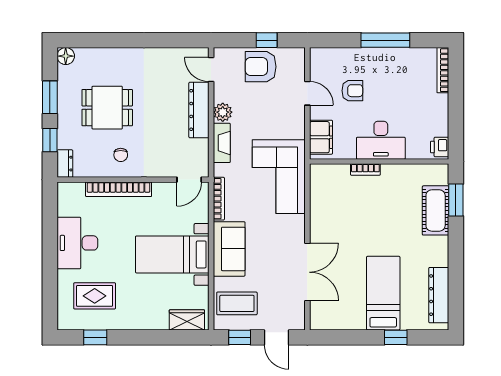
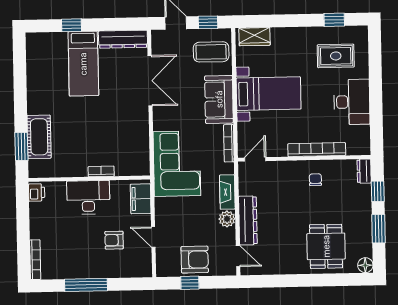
dining table: (107, 108) -> (326, 246), moved, turned 90
double door: (307, 272) -> (150, 81), swing flipped
dresser: (439, 295) -> (123, 39), moved, turned 90

